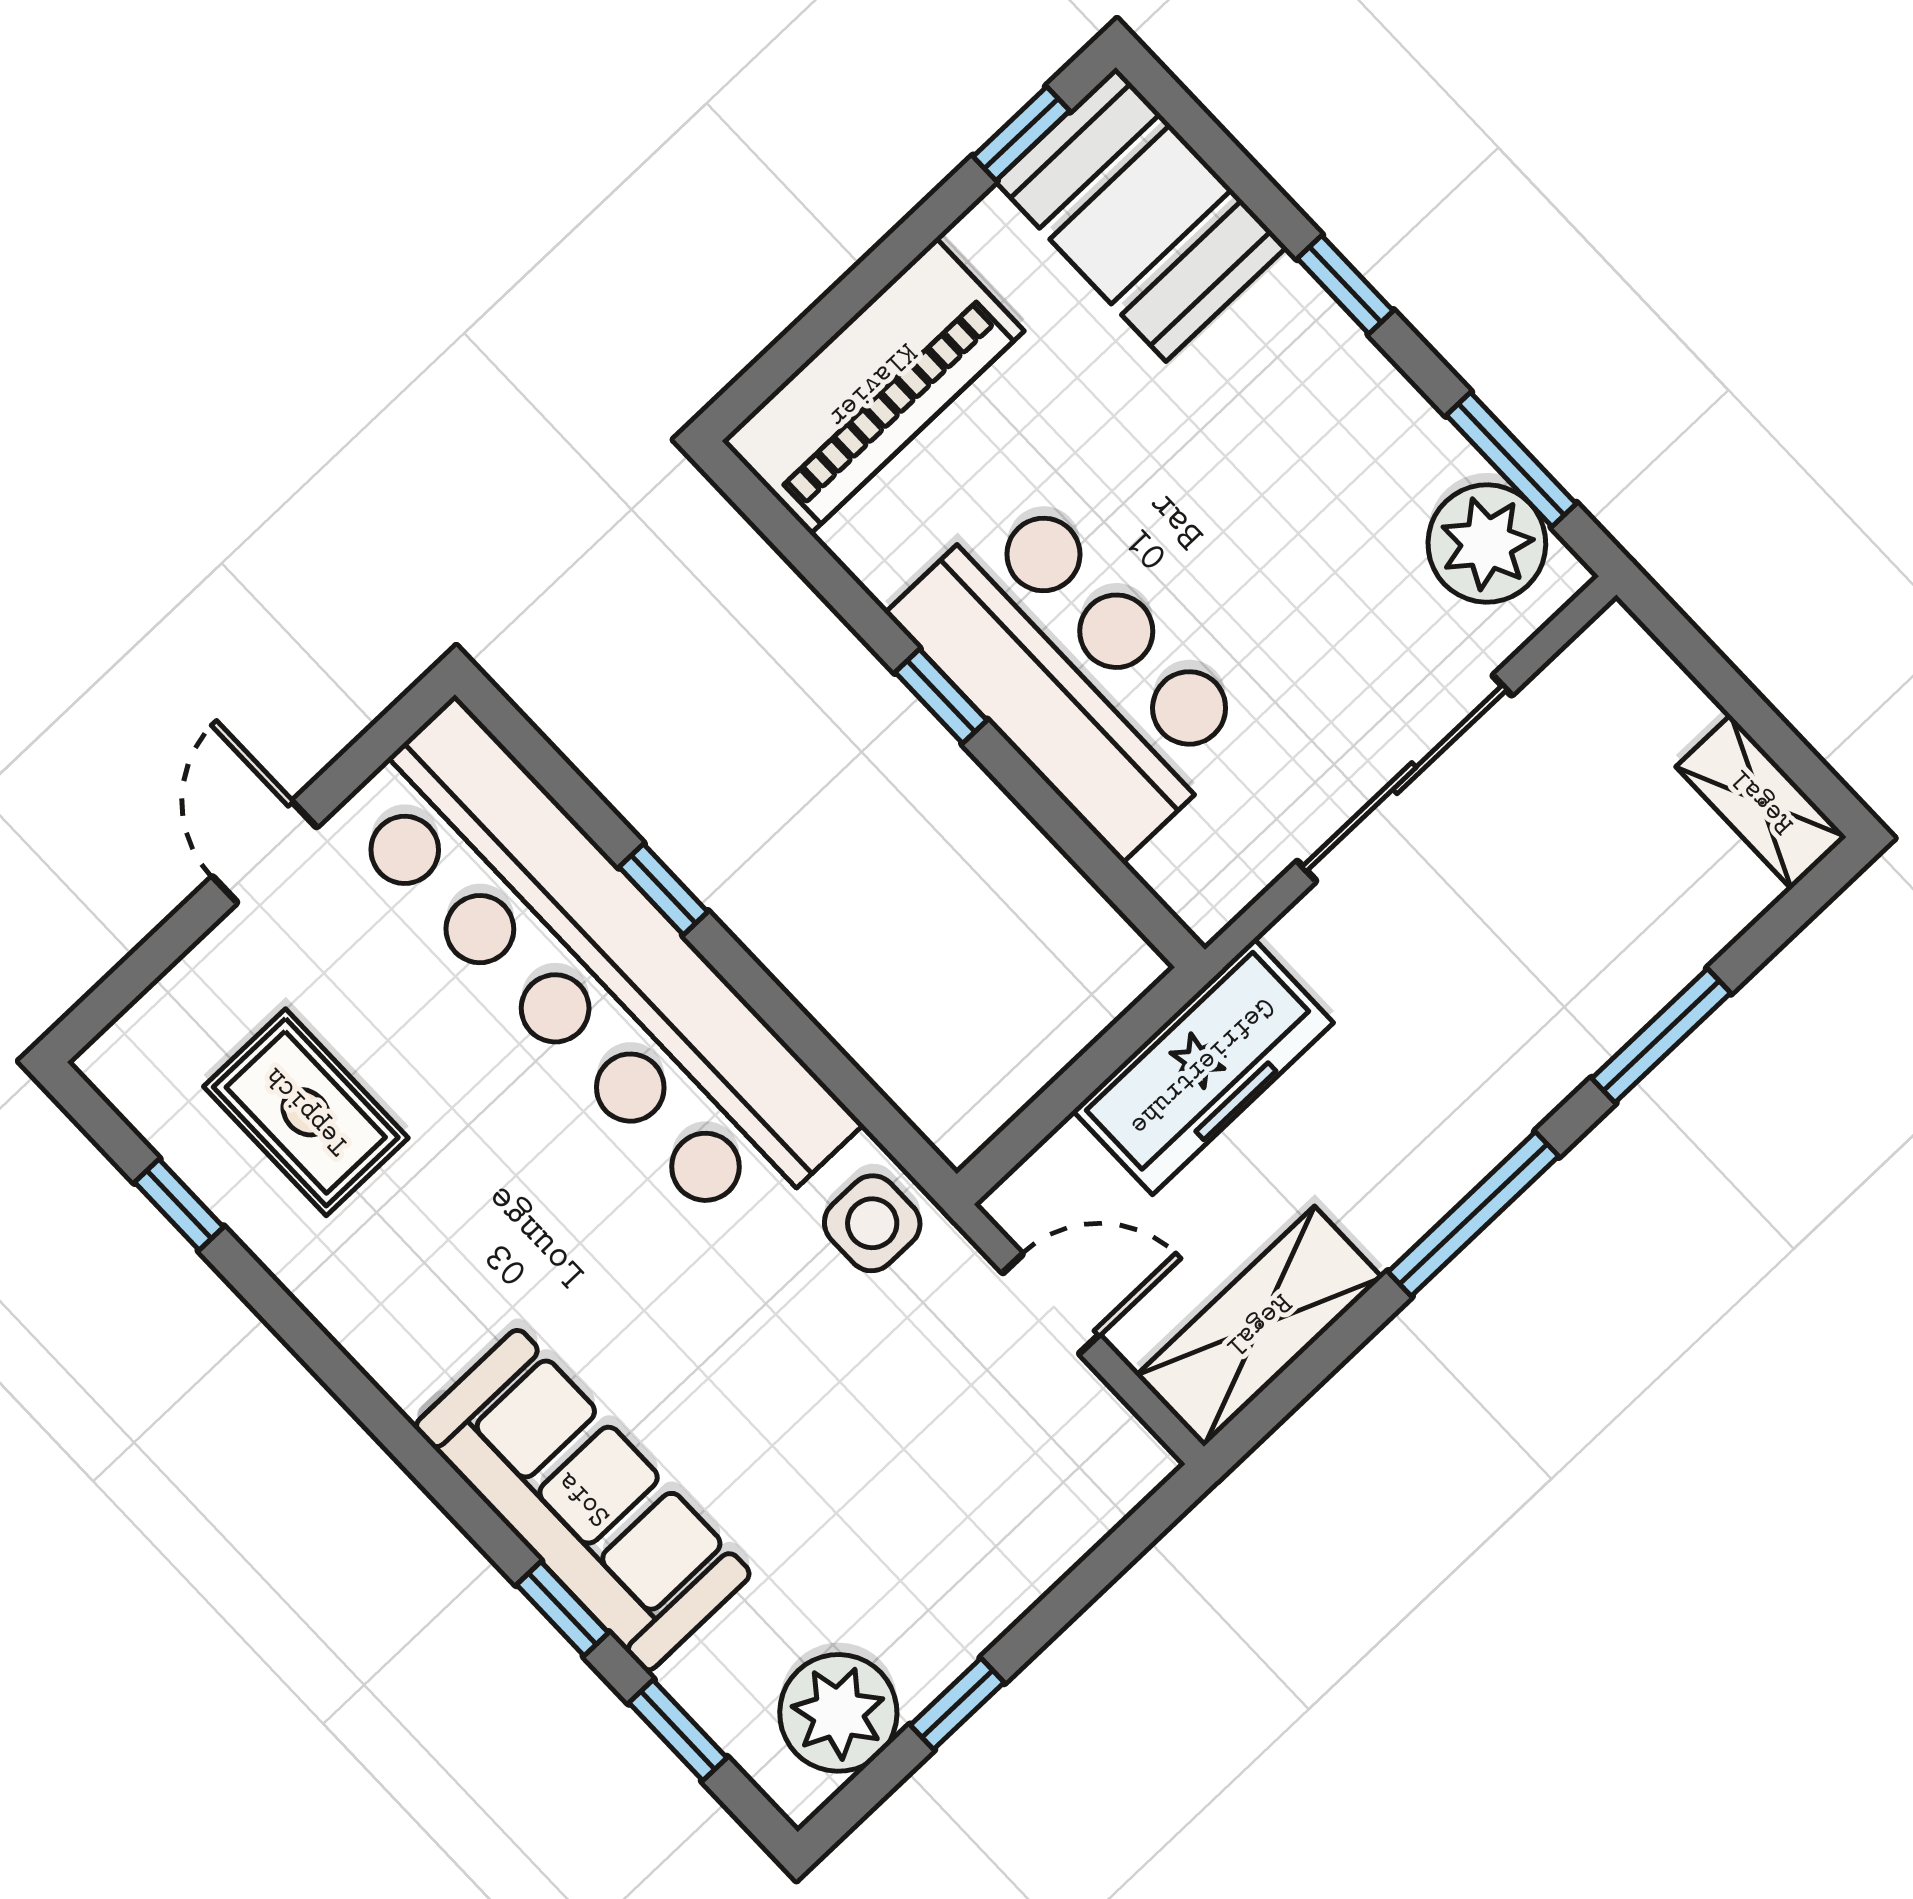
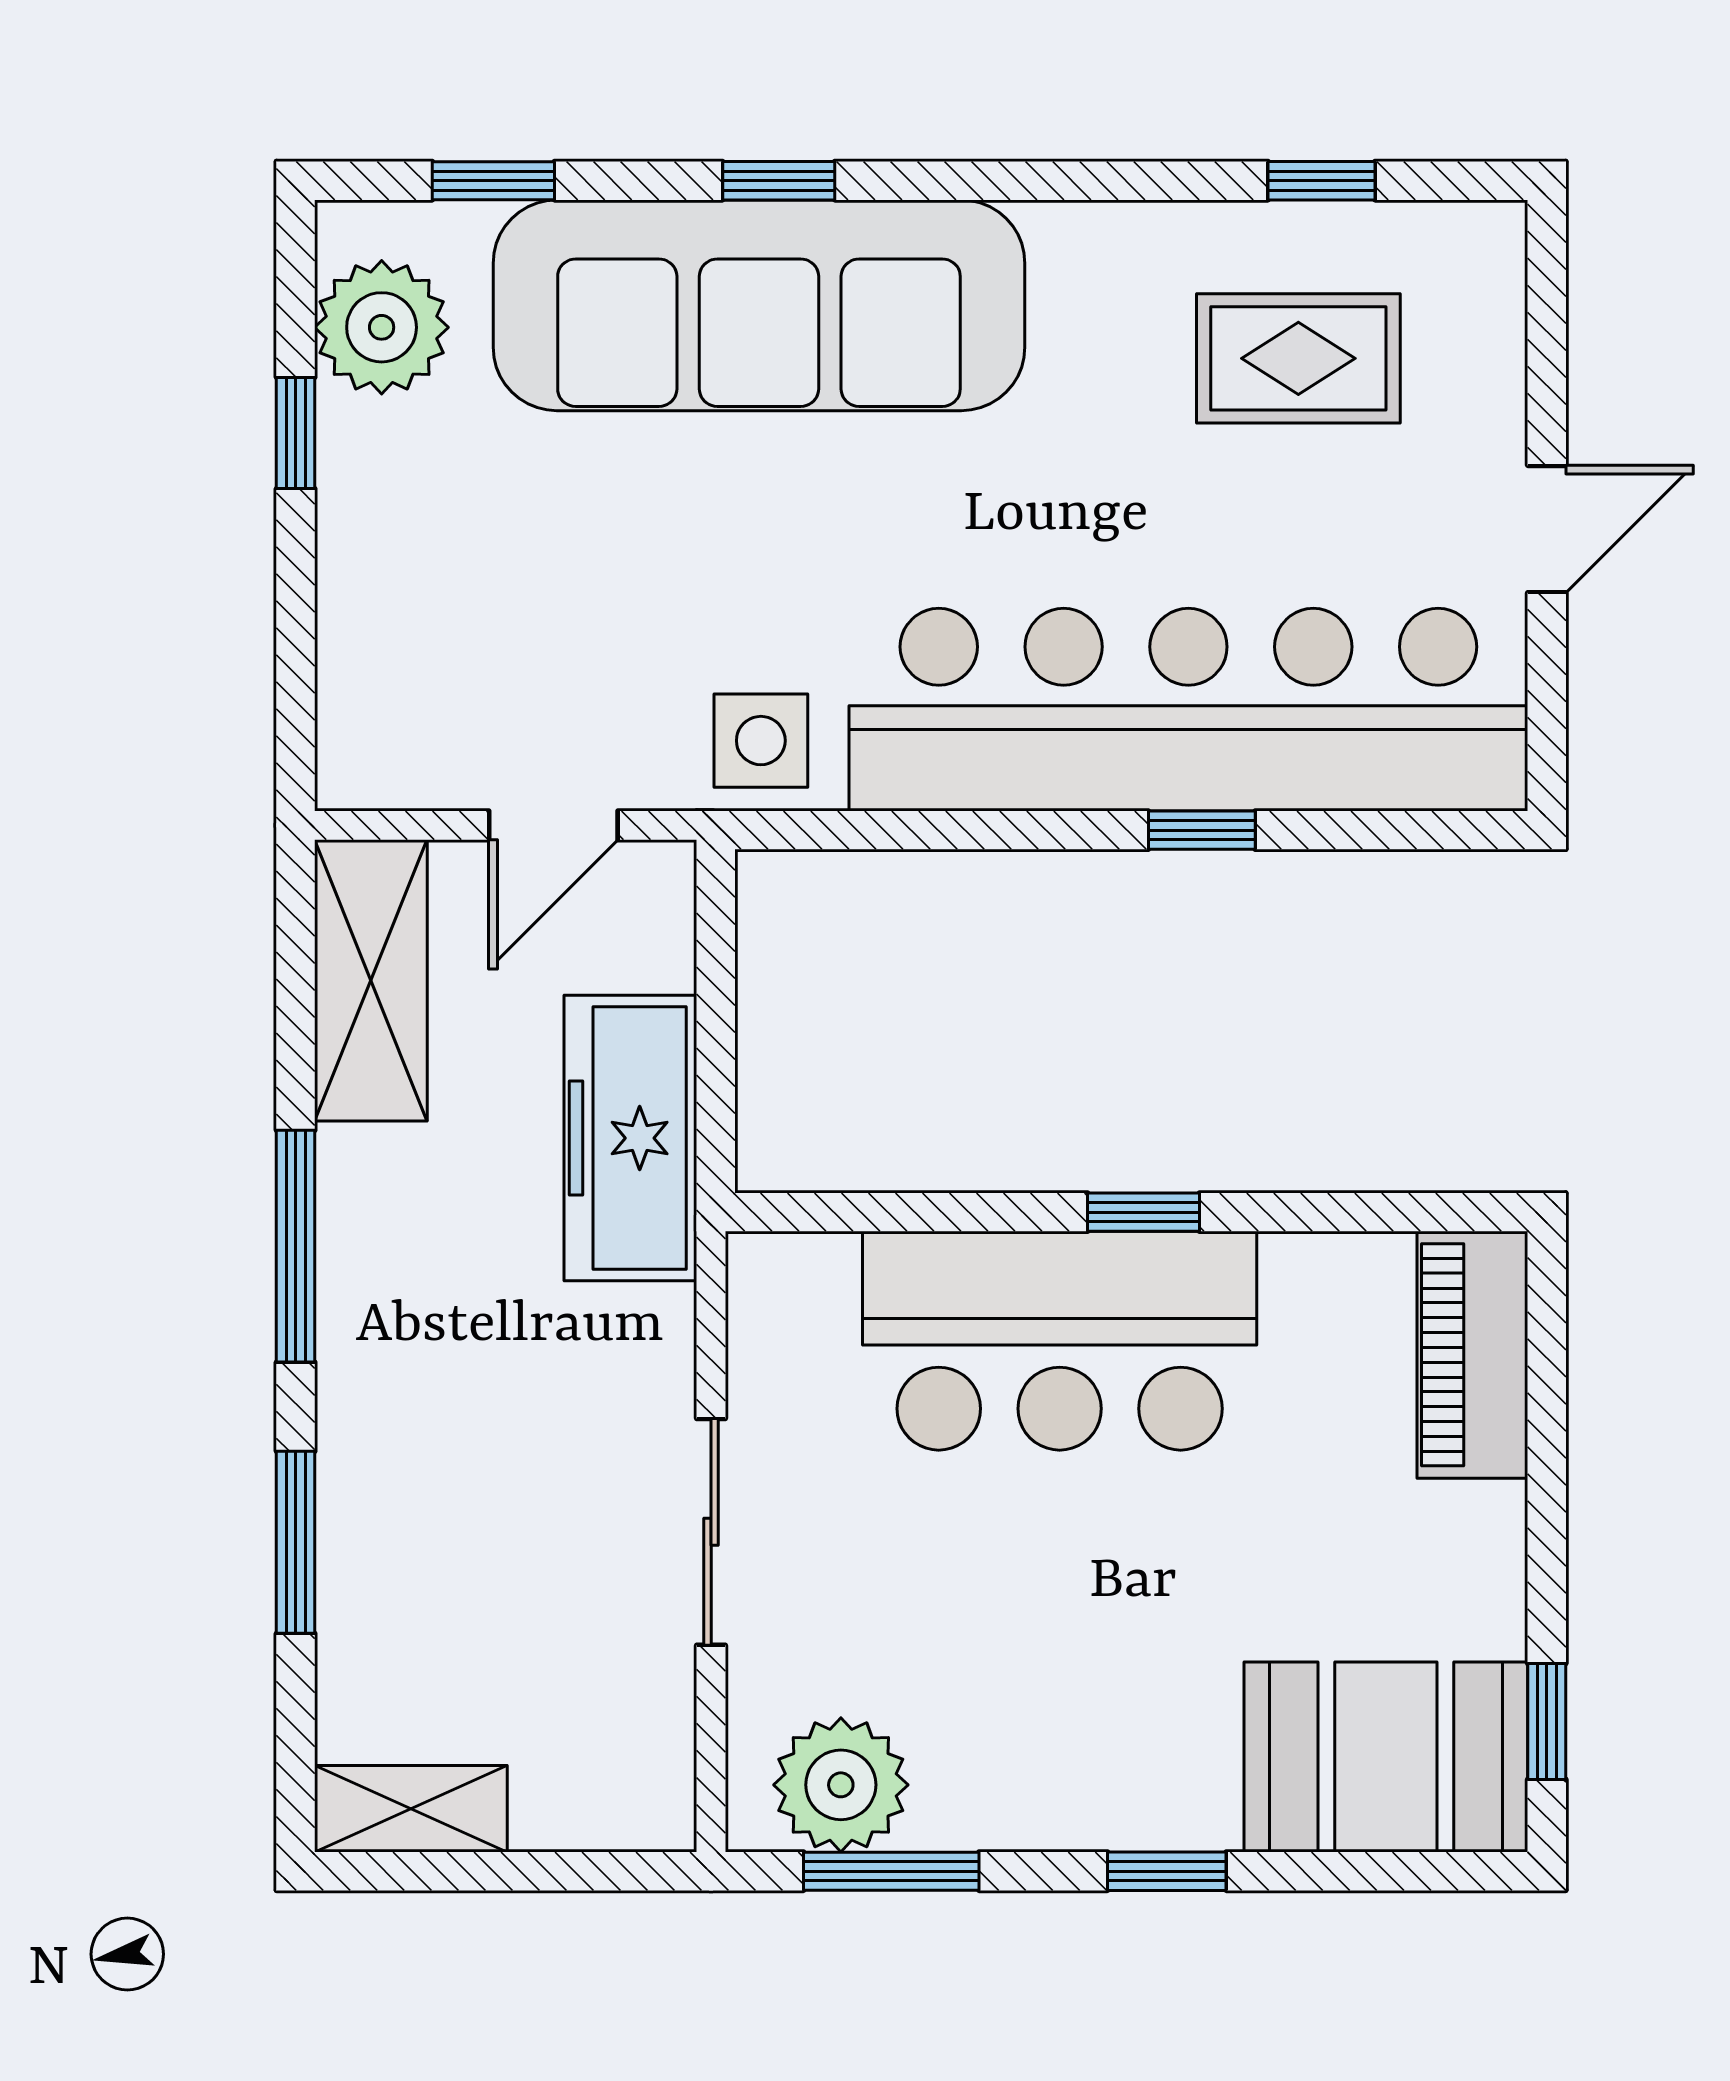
piano: (873, 386) -> (1472, 1355), width x0.73, depth x0.75
sliding door: (1404, 778) -> (711, 1532), width x0.73
door: (265, 852) -> (1547, 529), hinge flipped
sofa: (583, 1500) -> (759, 305), width x1.36, depth x1.27
window: (562, 1609) -> (779, 181), moved

